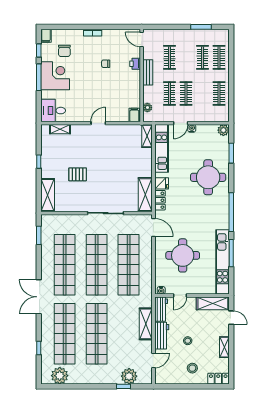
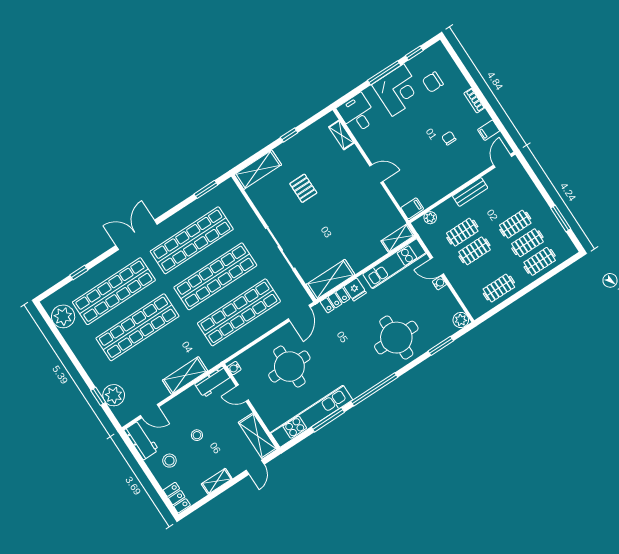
filing cabinet: (46, 36) -> (489, 130), moved
clothes rail: (169, 57) -> (515, 224), moved
printer: (135, 64) -> (470, 171), removed
workbench: (162, 336) -> (141, 440), moved, turned -90

